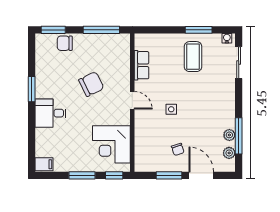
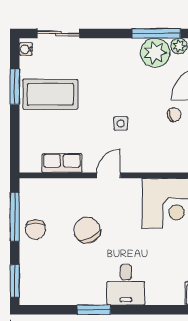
chair: (65, 43) -> (36, 229), moved
coffee table: (193, 57) -> (50, 94), width x1.36, depth x1.32
plant: (229, 135) -> (155, 53), width x1.88, depth x1.88

